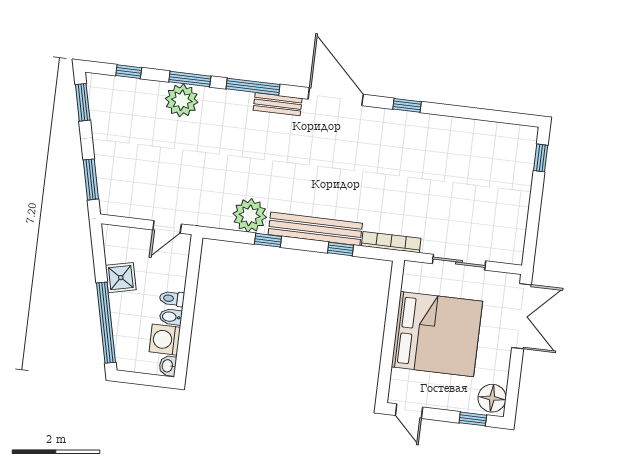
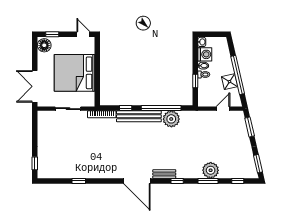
window: (253, 87) -> (177, 181), width x0.46
window: (407, 105) -> (79, 181), moved
door: (167, 227) -> (223, 109), moved
window: (268, 240) -> (161, 108), width x3.17
window: (191, 287) -> (195, 81), added
window: (106, 323) -> (238, 75), moved

